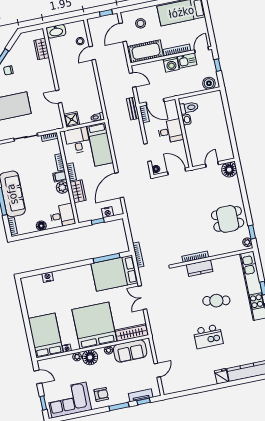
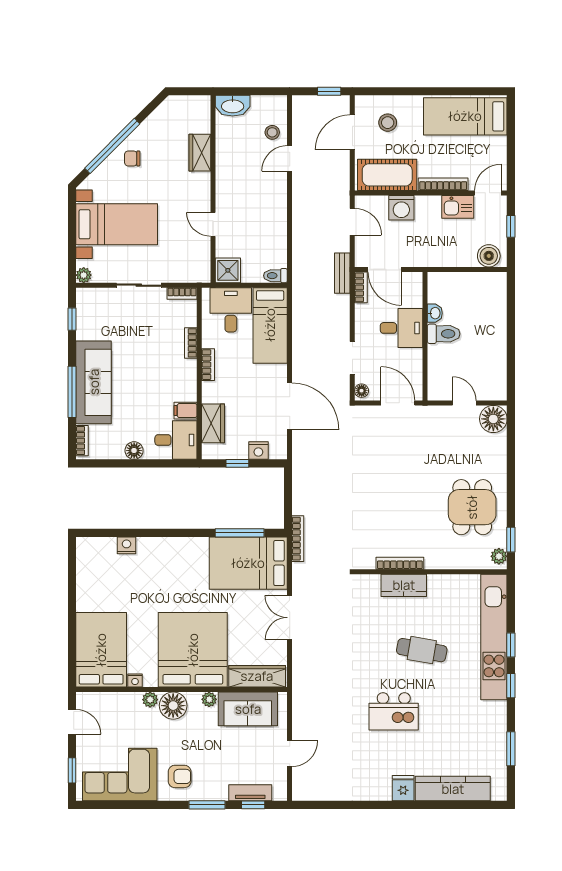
wardrobe: (42, 49) -> (200, 153), moved
washing machine: (171, 64) -> (401, 208), moved
toilet: (189, 108) -> (444, 334), moved
door: (212, 164) -> (464, 403), hinge flipped
filing cabinet: (60, 176) -> (186, 411), moved
door: (119, 185) -> (290, 406), swing flipped
plant: (62, 187) -> (186, 389), removed
wardrobe: (78, 191) -> (213, 423), moved
dining table: (228, 219) -> (472, 507), turned 90

